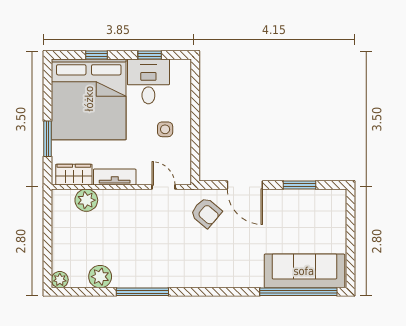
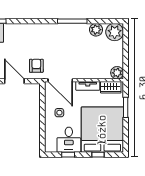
door: (163, 187) -> (60, 80), width x1.87
plant: (86, 200) -> (117, 73), moved
armchair: (206, 213) -> (36, 66), turned 50
plant: (60, 280) -> (115, 32), width x1.88, depth x1.88

